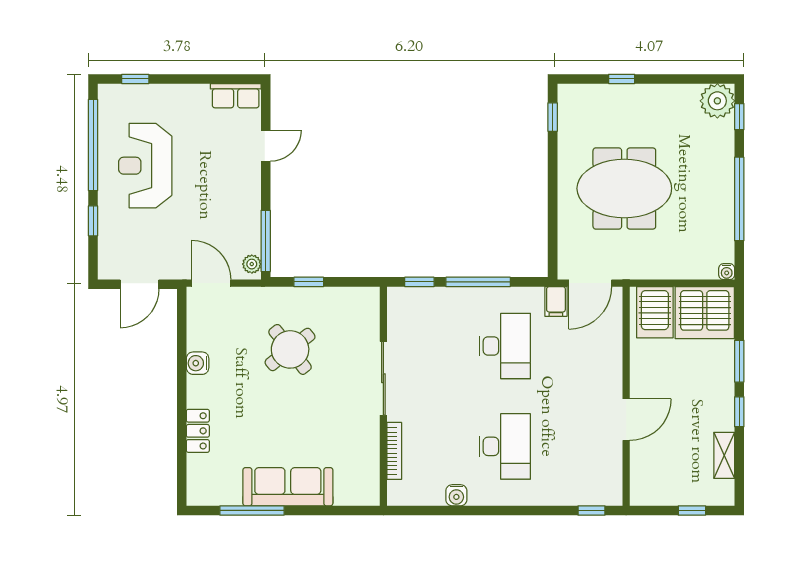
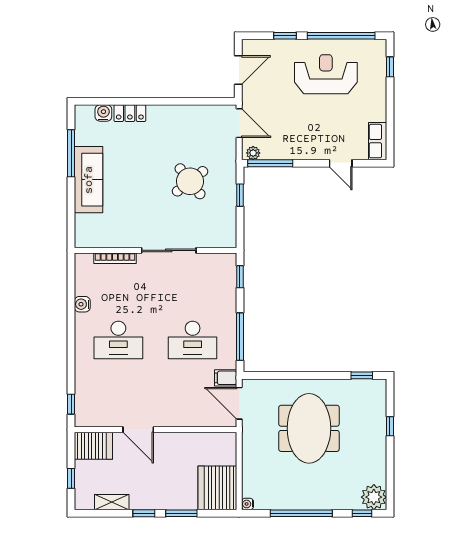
window: (478, 282) -> (240, 337), moved
door: (211, 283) -> (239, 123), hinge flipped
door: (139, 284) -> (238, 70), swing flipped
server rack: (655, 312) -> (93, 446), moved, turned 180
water cooler: (198, 363) -> (103, 113), moved

